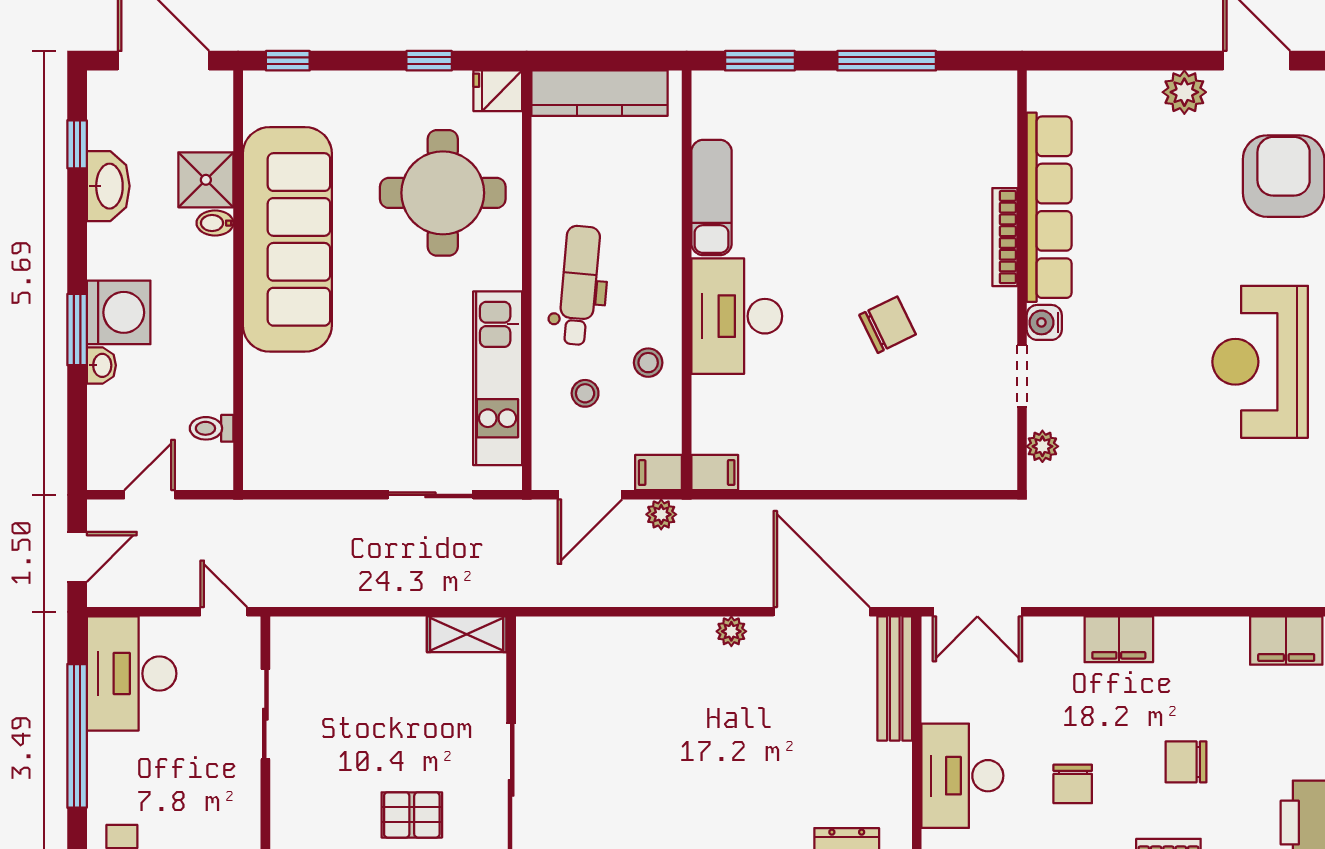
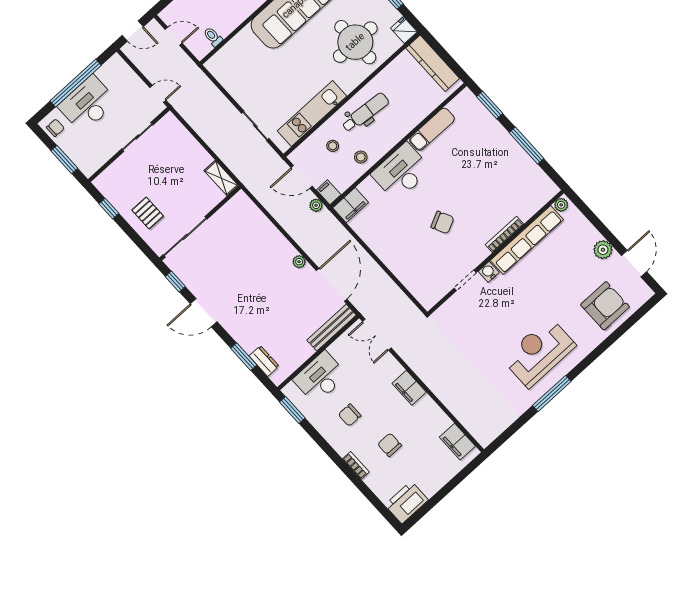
plant: (1042, 446) -> (561, 205), moved
filing cabinet: (715, 473) -> (351, 205), width x2.00
door: (224, 612) -> (158, 94), hinge flipped
desk: (132, 674) -> (88, 104), moved

